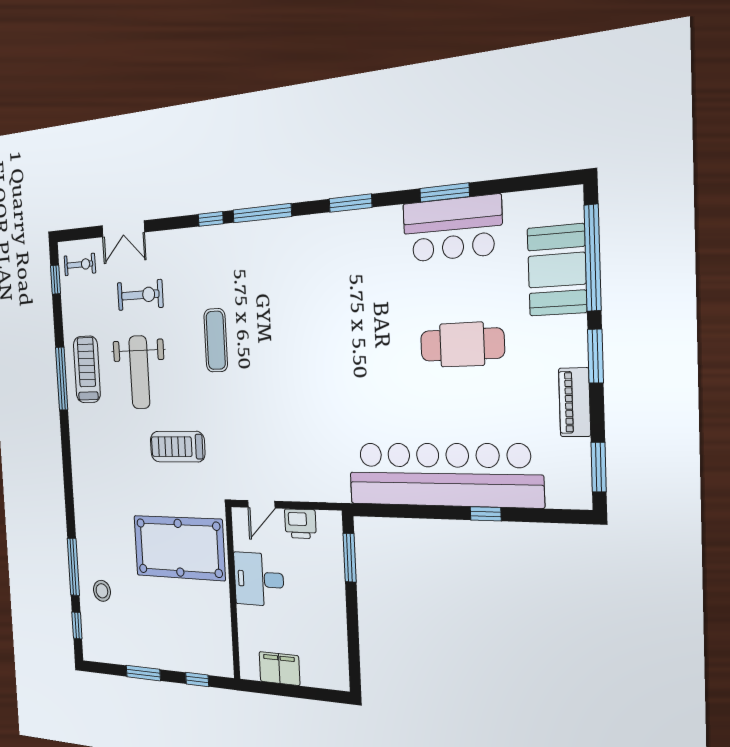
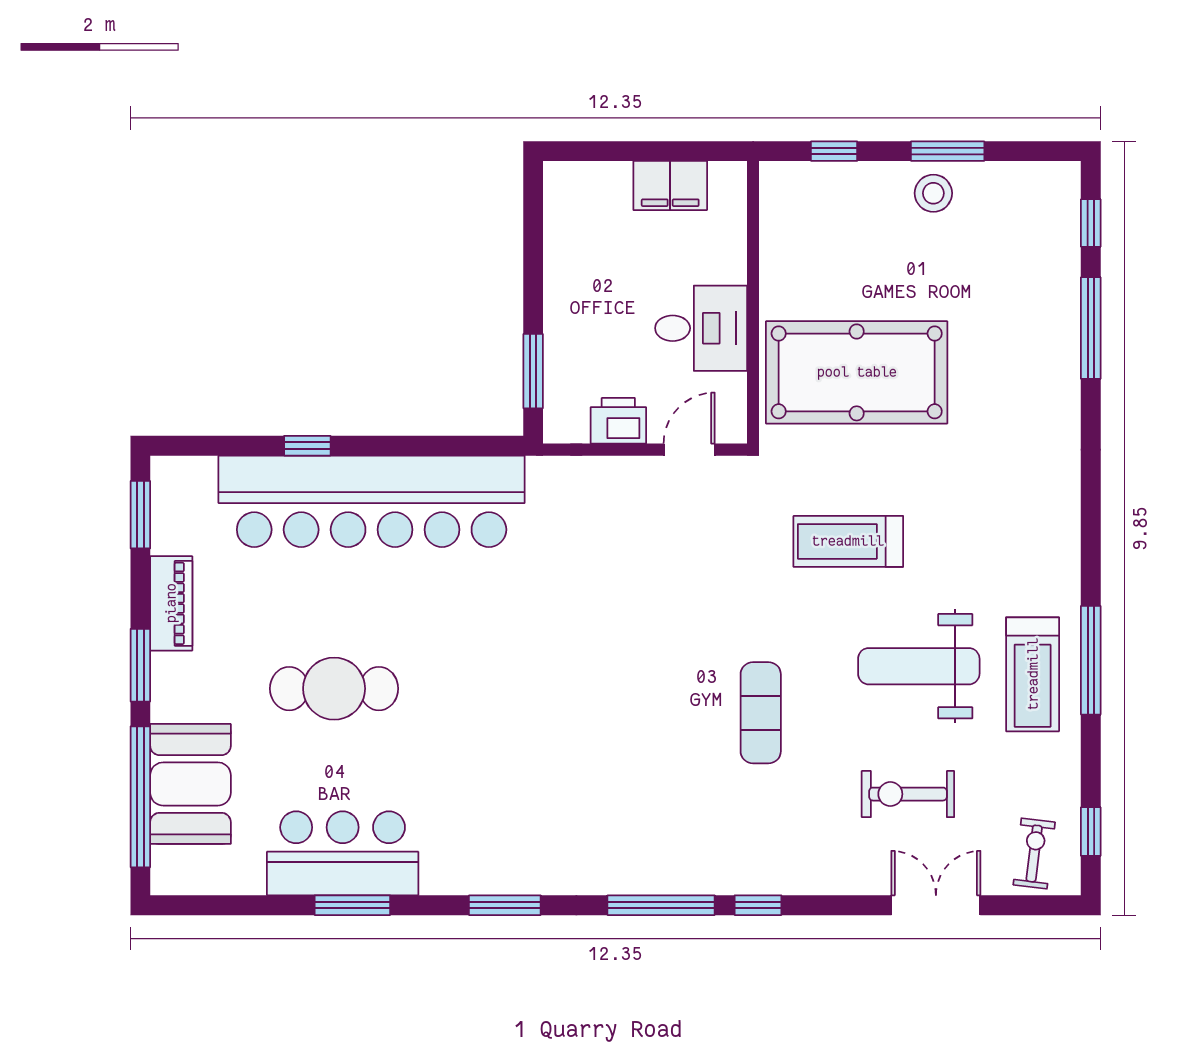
exercise bike: (80, 264) -> (1034, 854), turned 97
weight bench: (139, 372) -> (919, 666), turned -90
treadmill: (177, 447) -> (848, 541), turned 180
stool: (102, 591) -> (933, 193), moved

